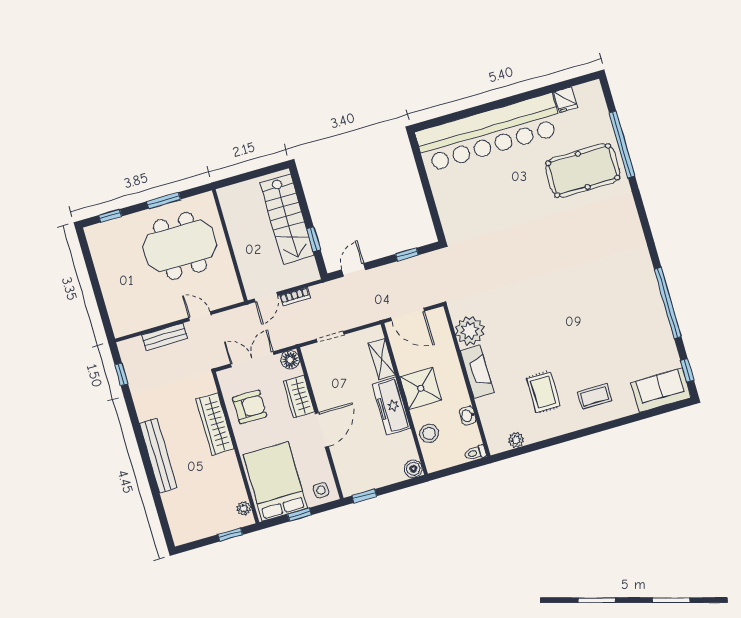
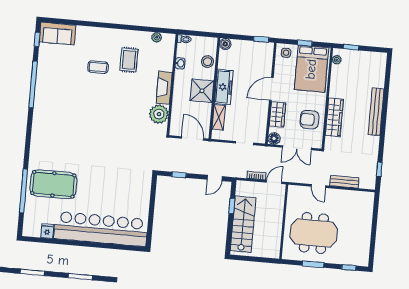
coffee table: (595, 396) -> (98, 67), moved

